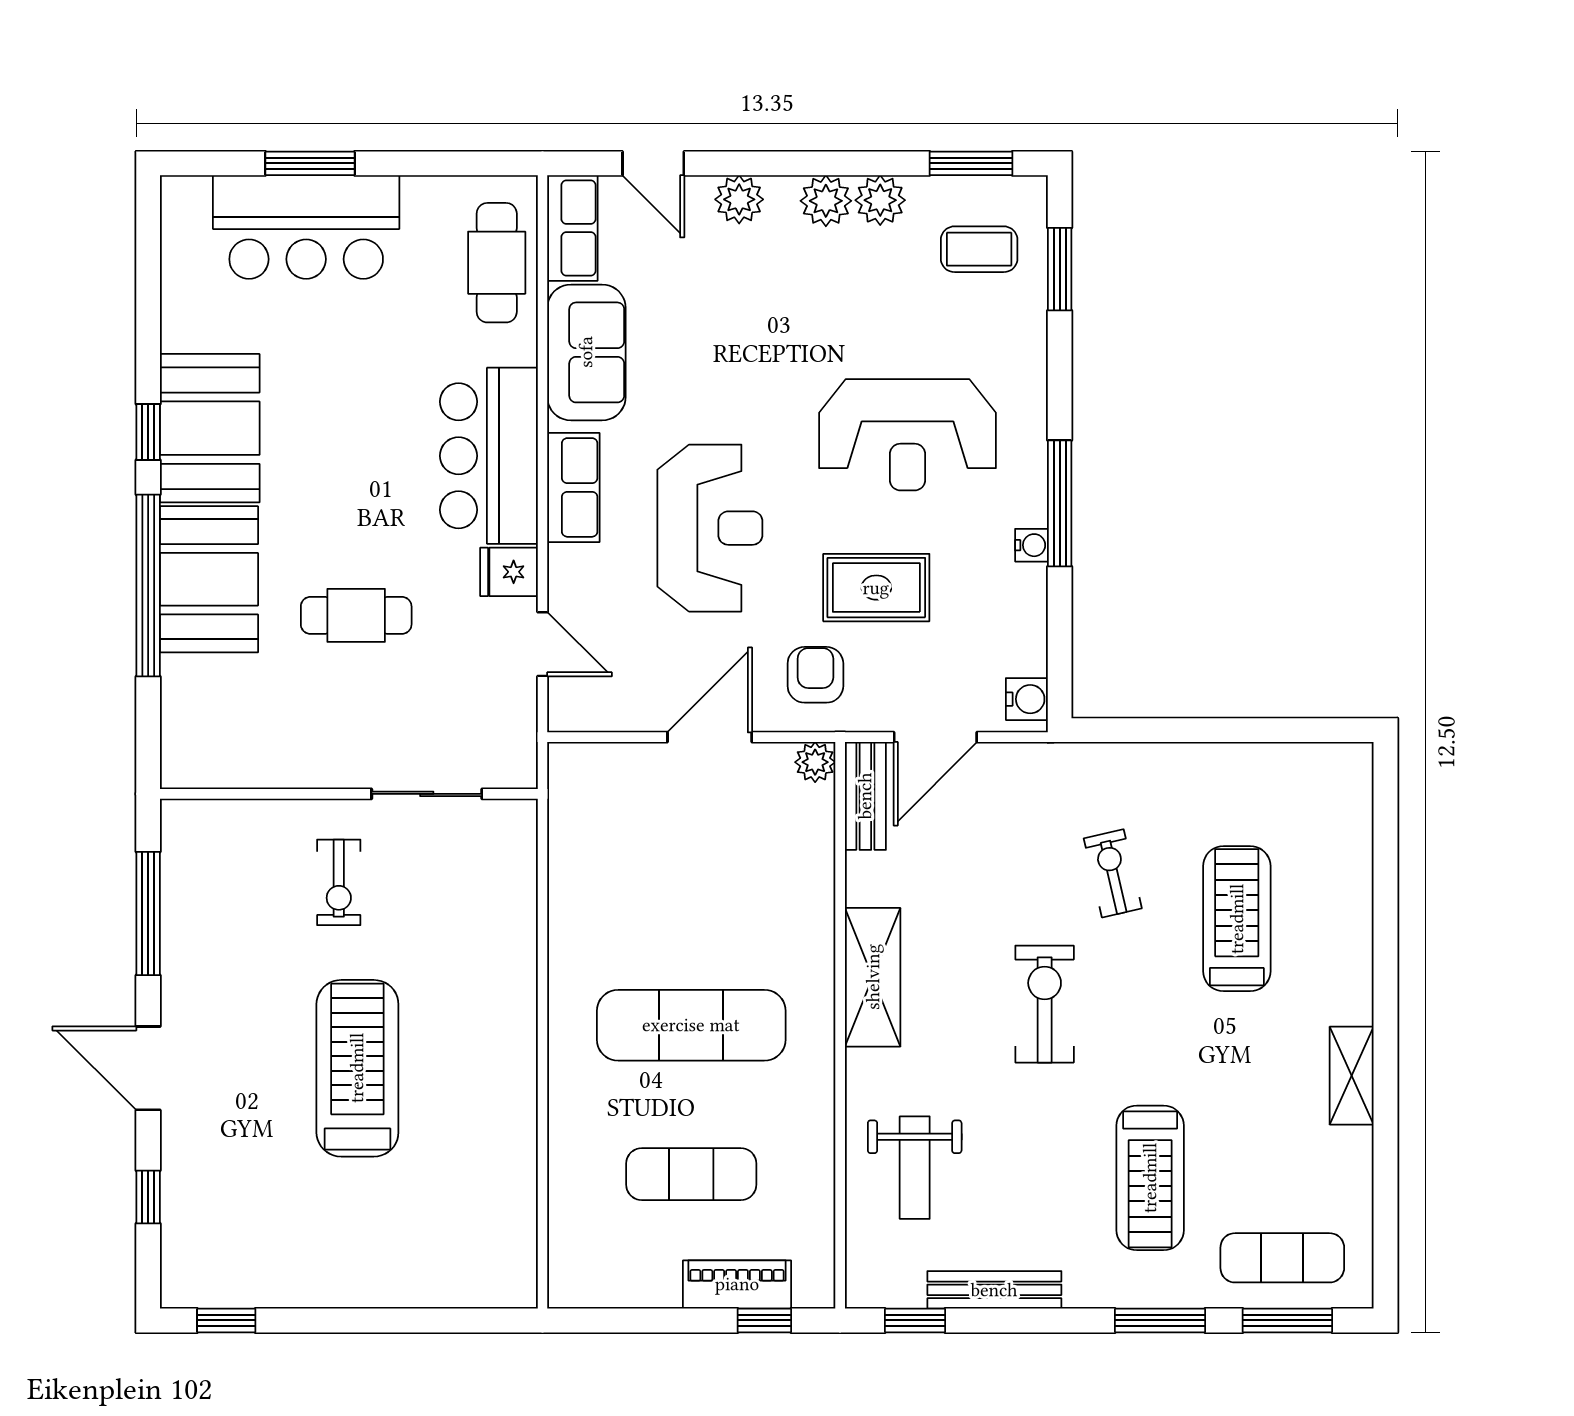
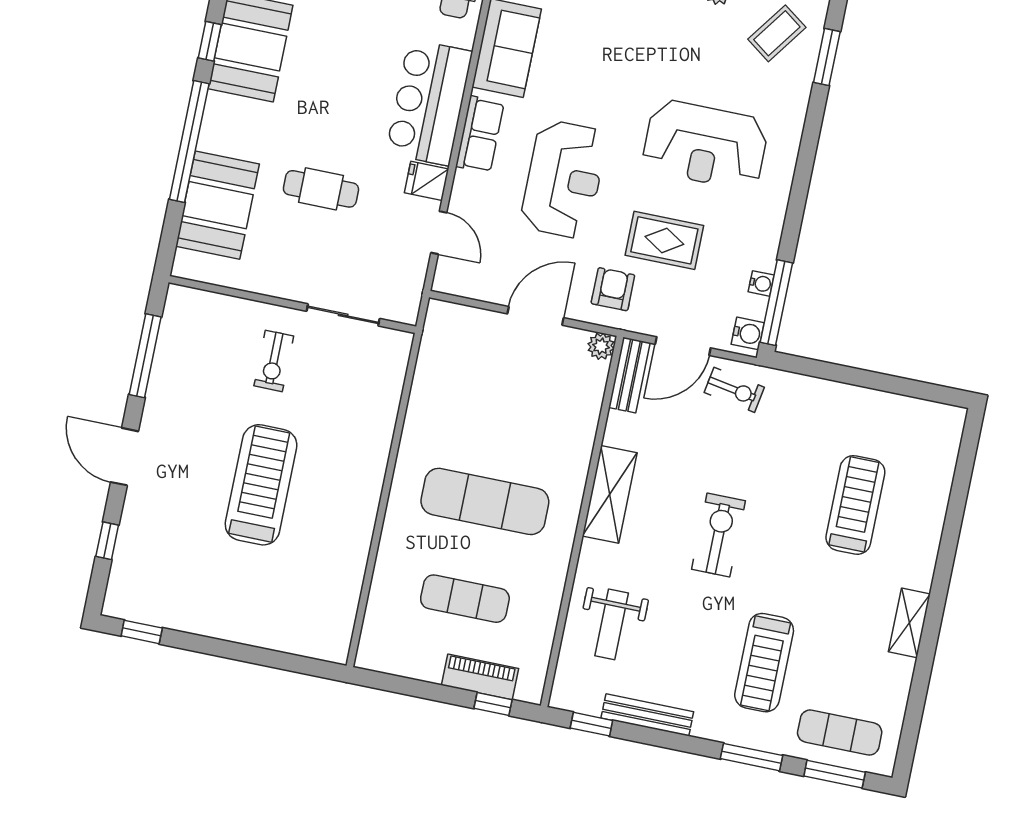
coffee table: (979, 249) -> (777, 33), turned -54
window: (1060, 503) -> (776, 303), moved
water cooler: (1031, 545) -> (761, 283), moved
booth: (209, 579) -> (218, 205), moved
exercise bike: (1113, 873) -> (734, 390), moved, turned 113

